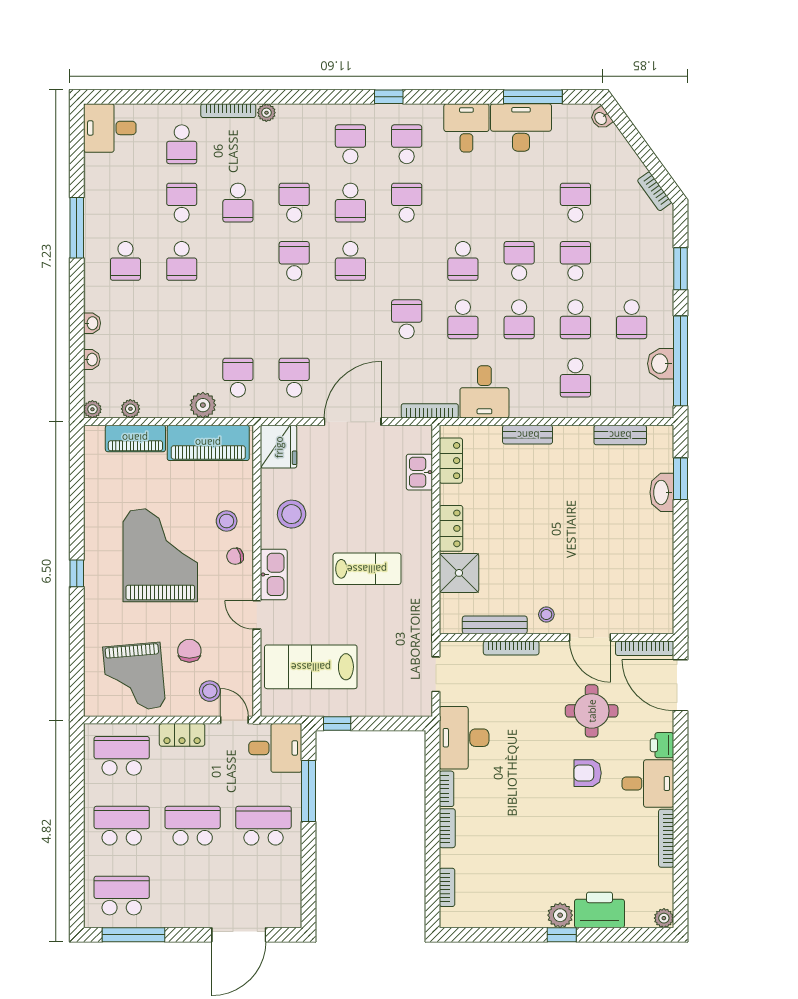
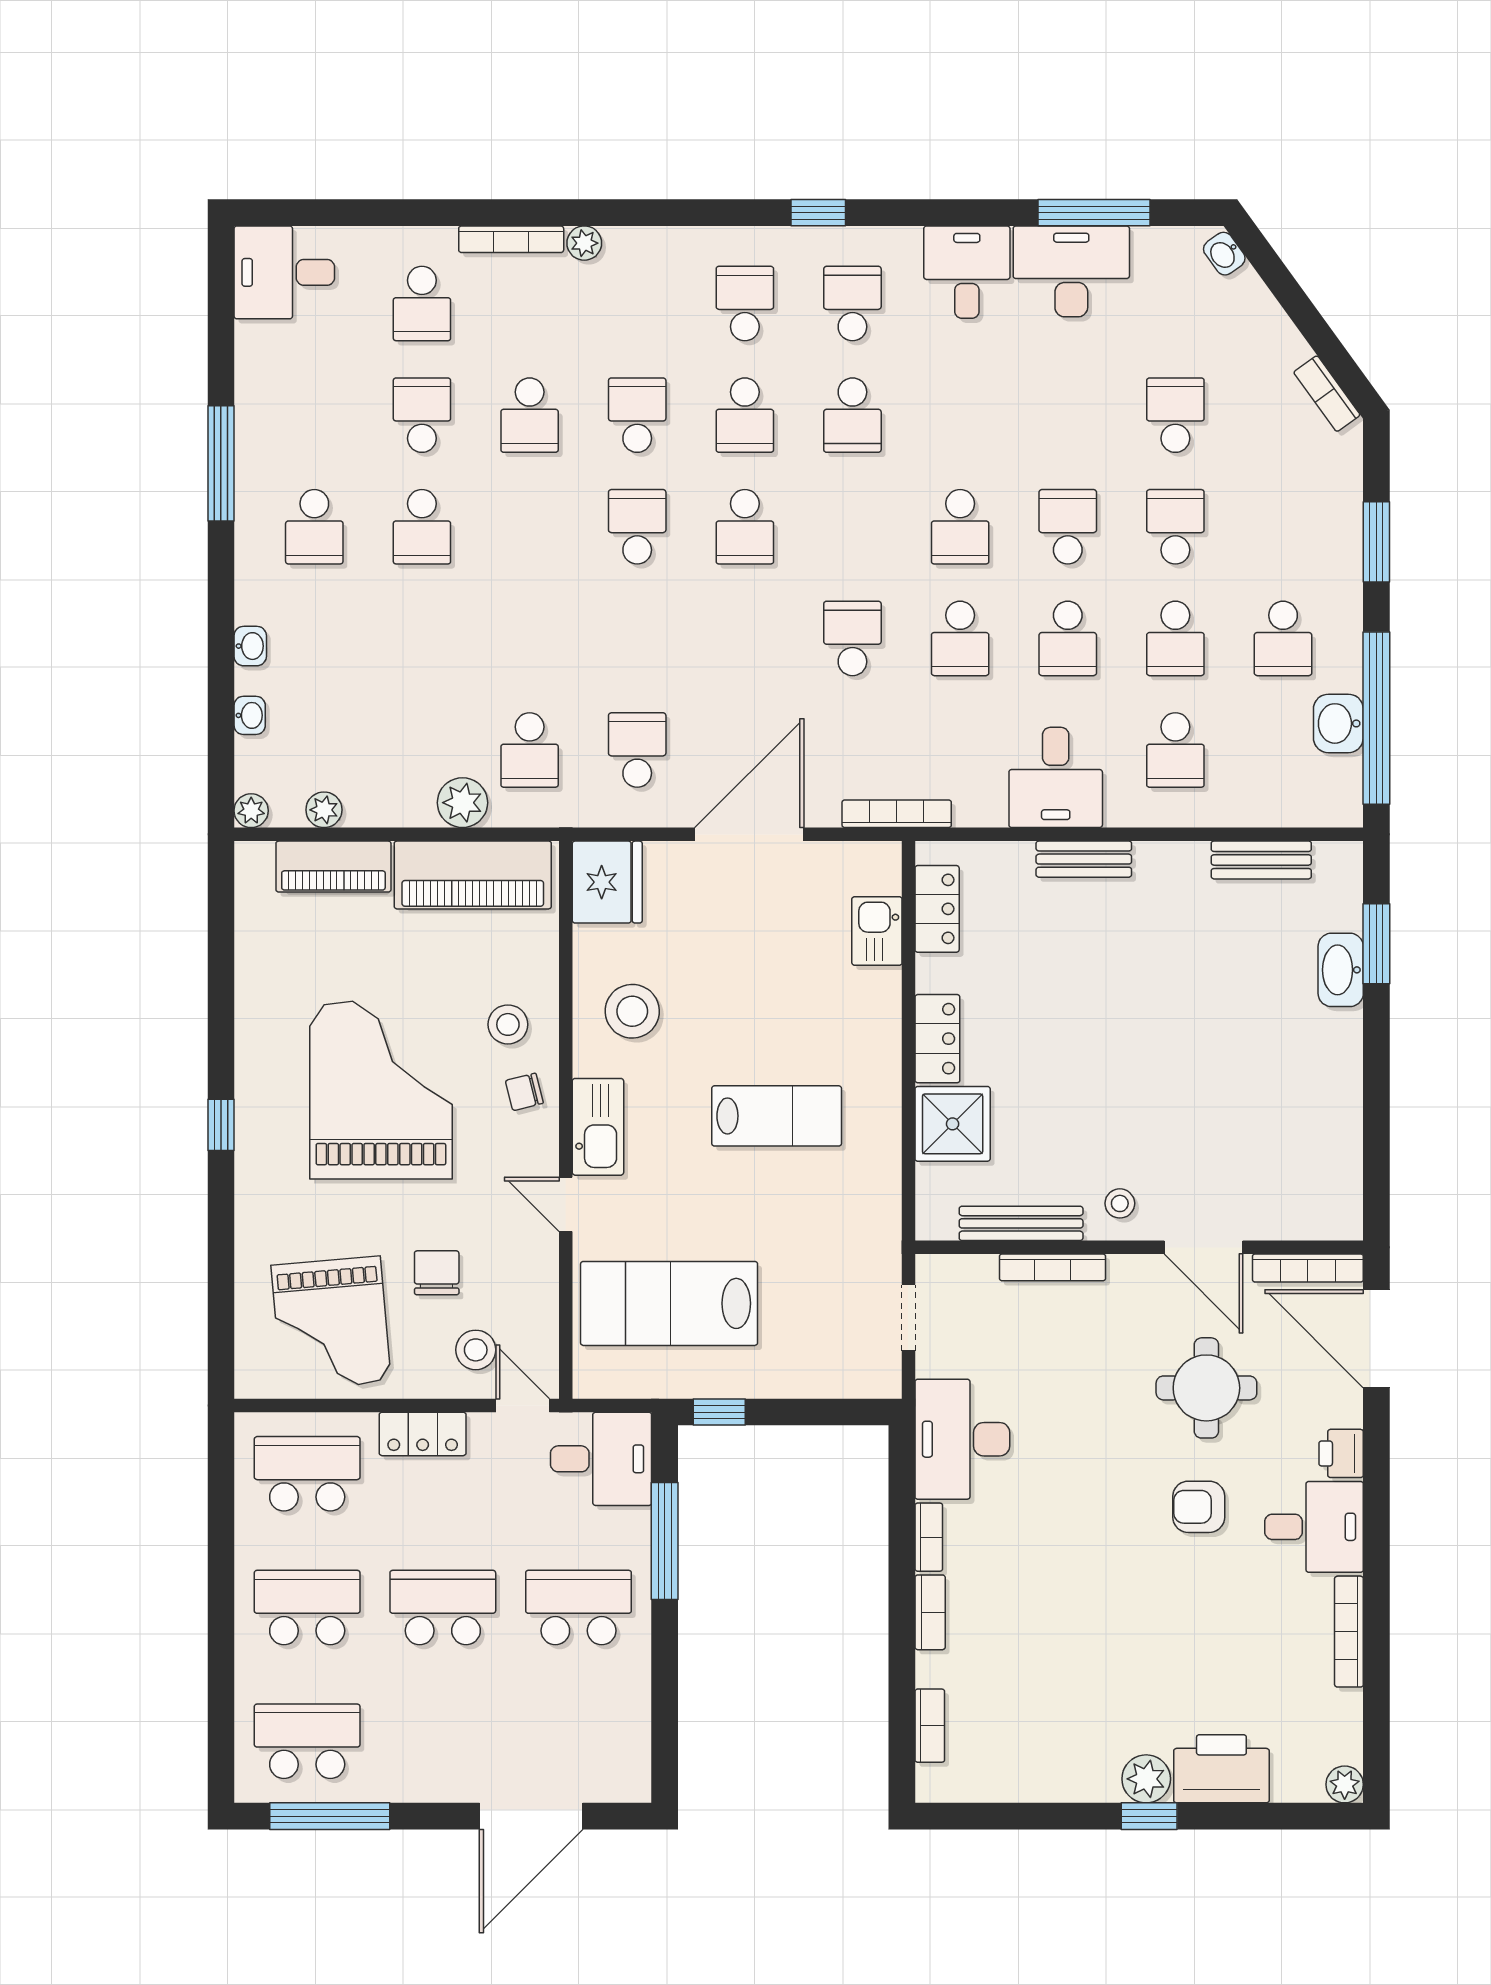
school desk: (407, 203) -> (852, 415), turned 180
school desk: (238, 378) -> (530, 750), turned 180
desk: (484, 392) -> (1056, 777), moved

